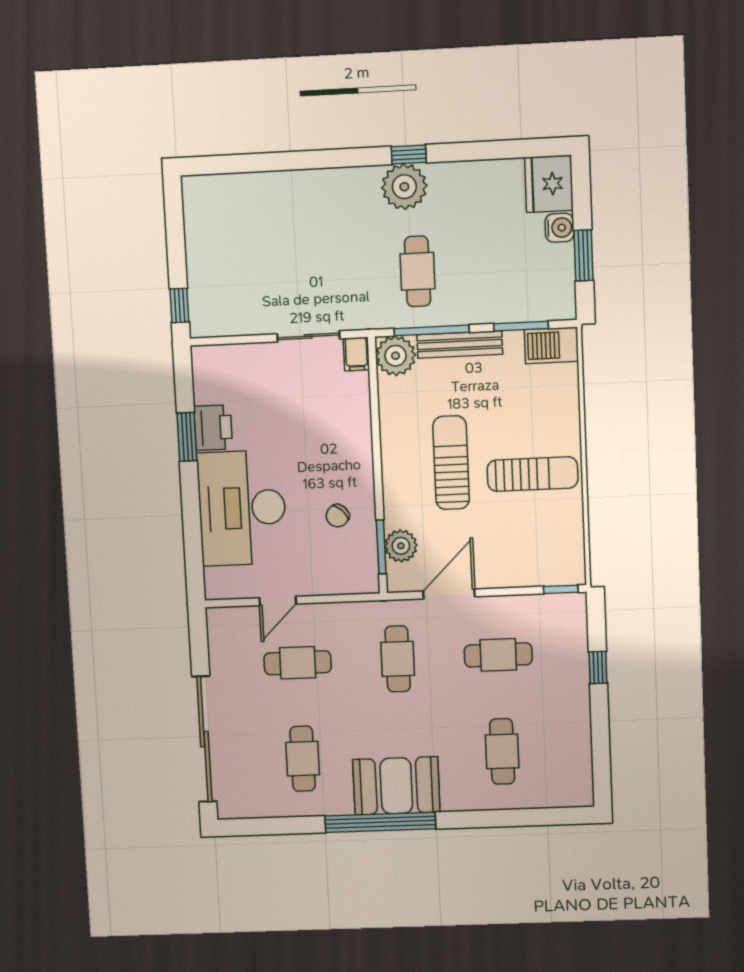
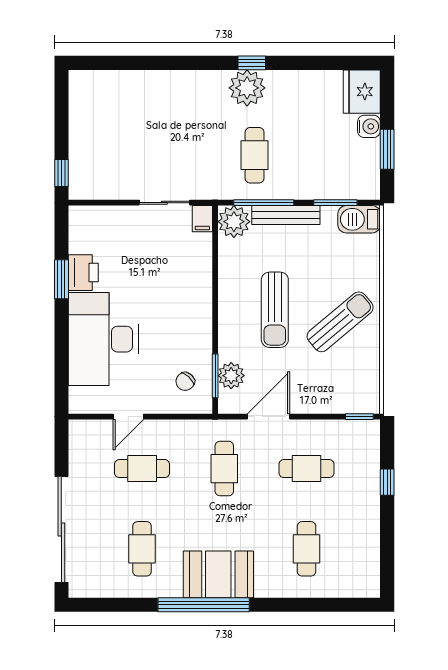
sun lounger: (451, 463) -> (275, 310), turned 180
sun lounger: (533, 474) -> (340, 322), turned -40
chair: (338, 516) -> (185, 381), moved

